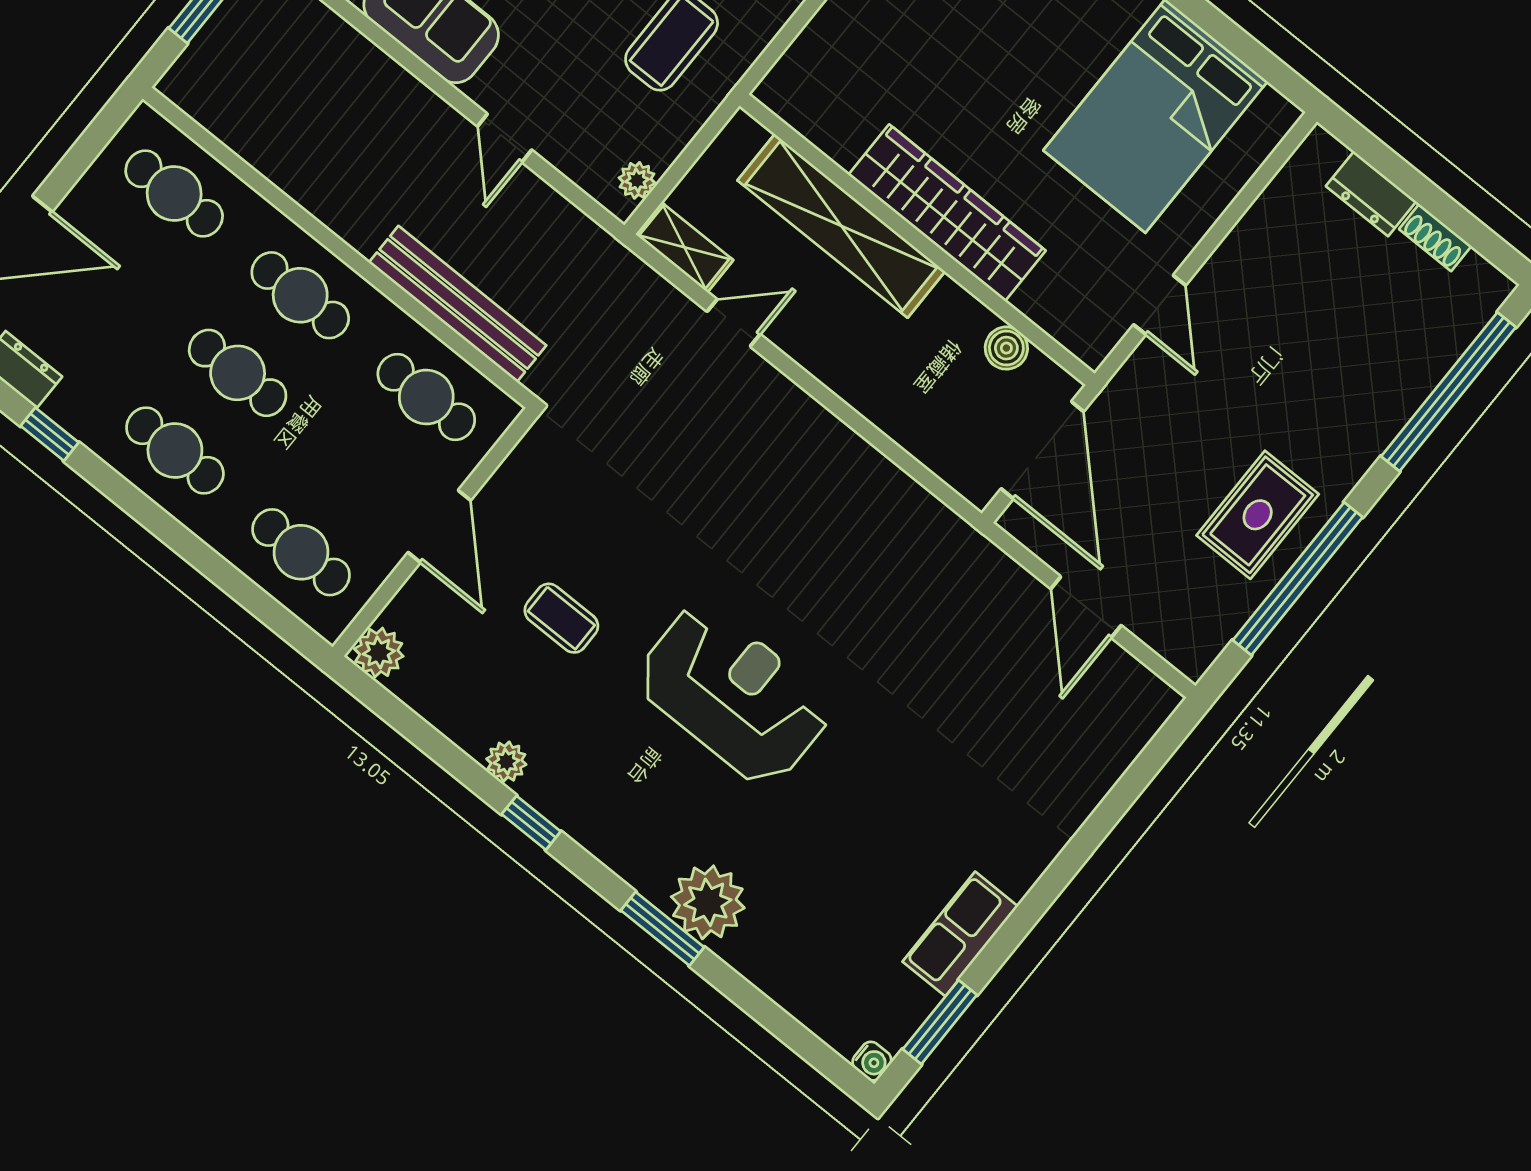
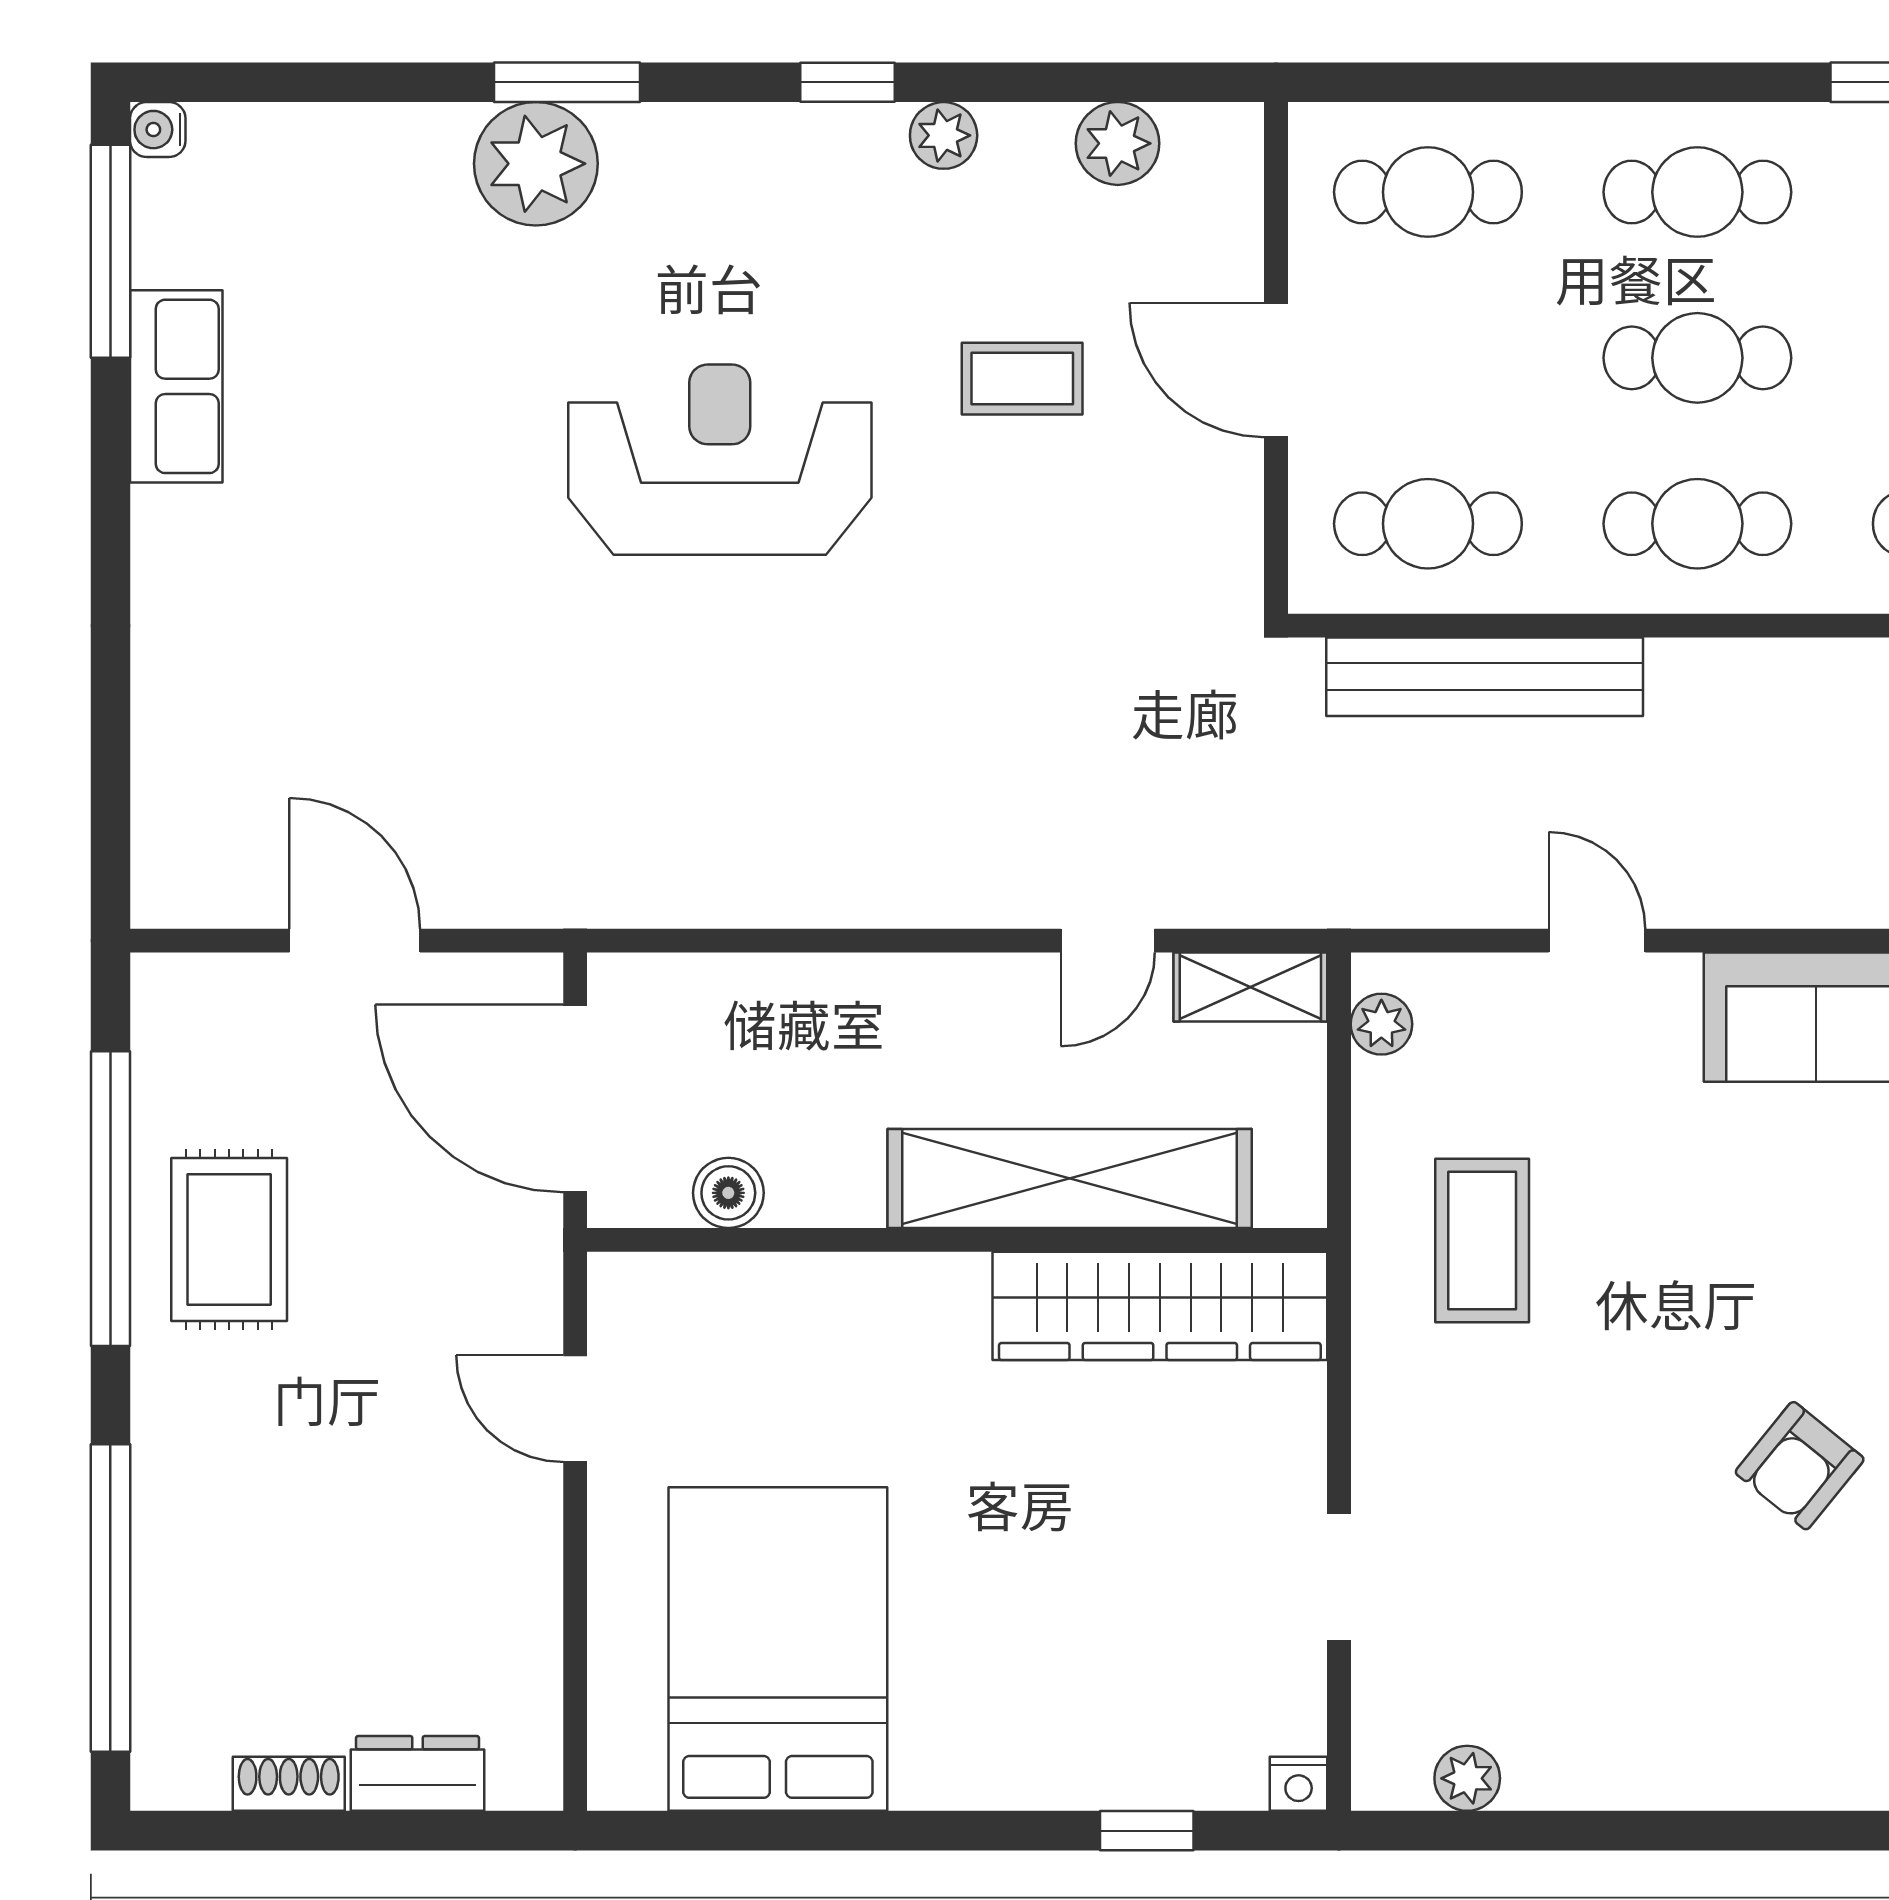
wardrobe: (947, 213) -> (1160, 1306), moved
plant: (379, 652) -> (1118, 143), moved
reception desk: (734, 694) -> (720, 460), turned 180
window: (940, 1022) -> (110, 251), width x1.44

